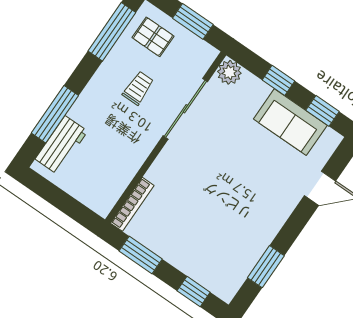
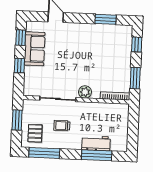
plant: (229, 72) -> (85, 92), moved
workbench: (61, 145) -> (96, 143), moved

